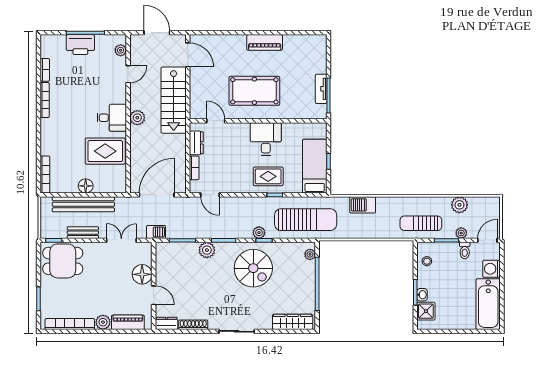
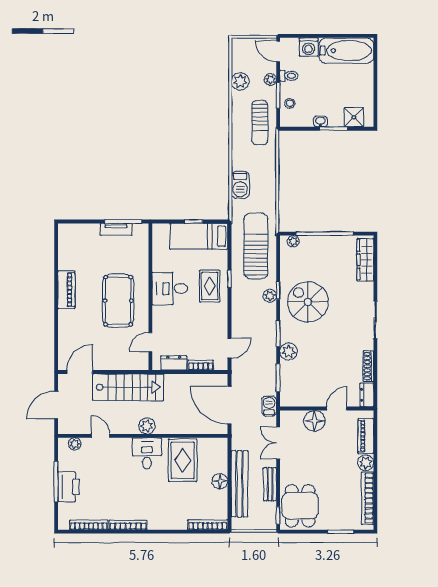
bookcase: (45, 70) -> (89, 525), width x1.56
stool: (427, 261) -> (290, 103), moved
spiral stairs: (253, 268) -> (308, 302), turned -90
washbasin: (422, 295) -> (320, 121), moved

